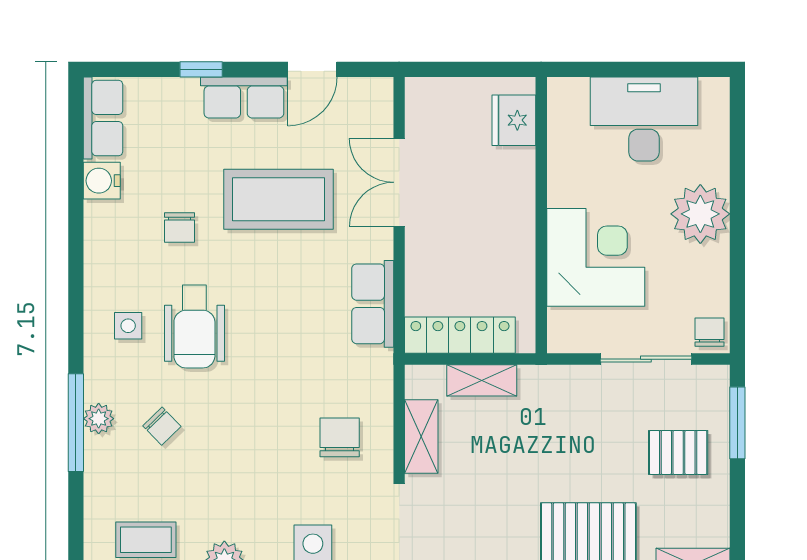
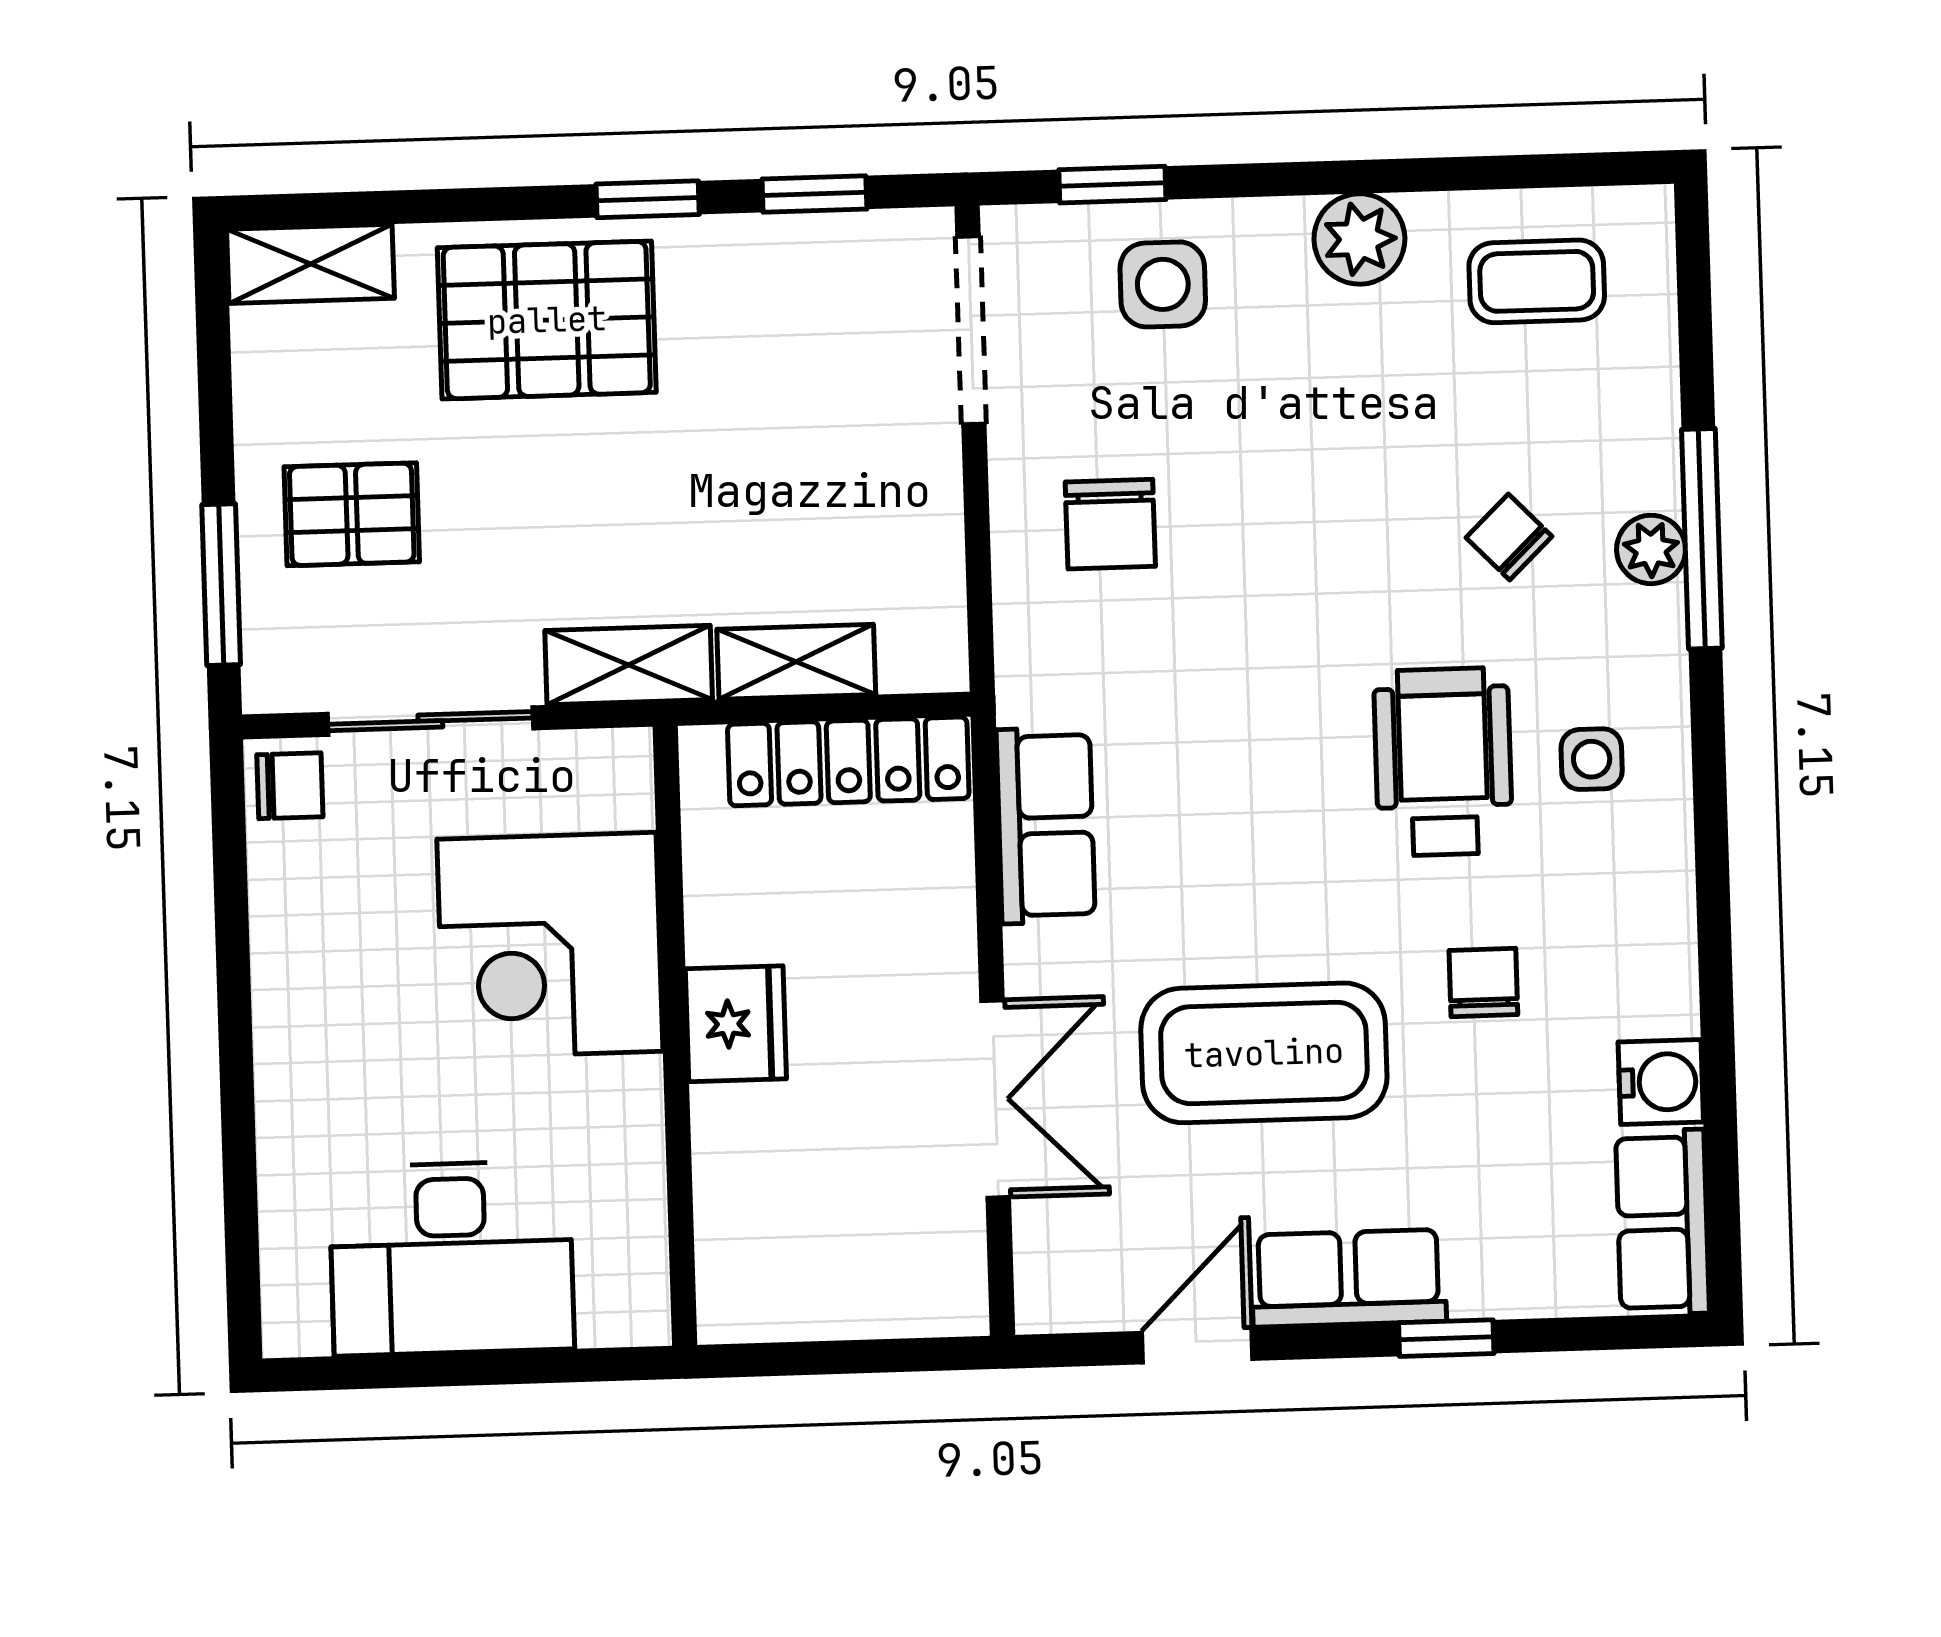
fridge: (514, 120) -> (736, 1024), moved
plant: (700, 214) -> (319, 1050), removed
chair: (710, 332) -> (290, 786), turned -90
shelving: (421, 437) -> (629, 665), moved, turned 90

